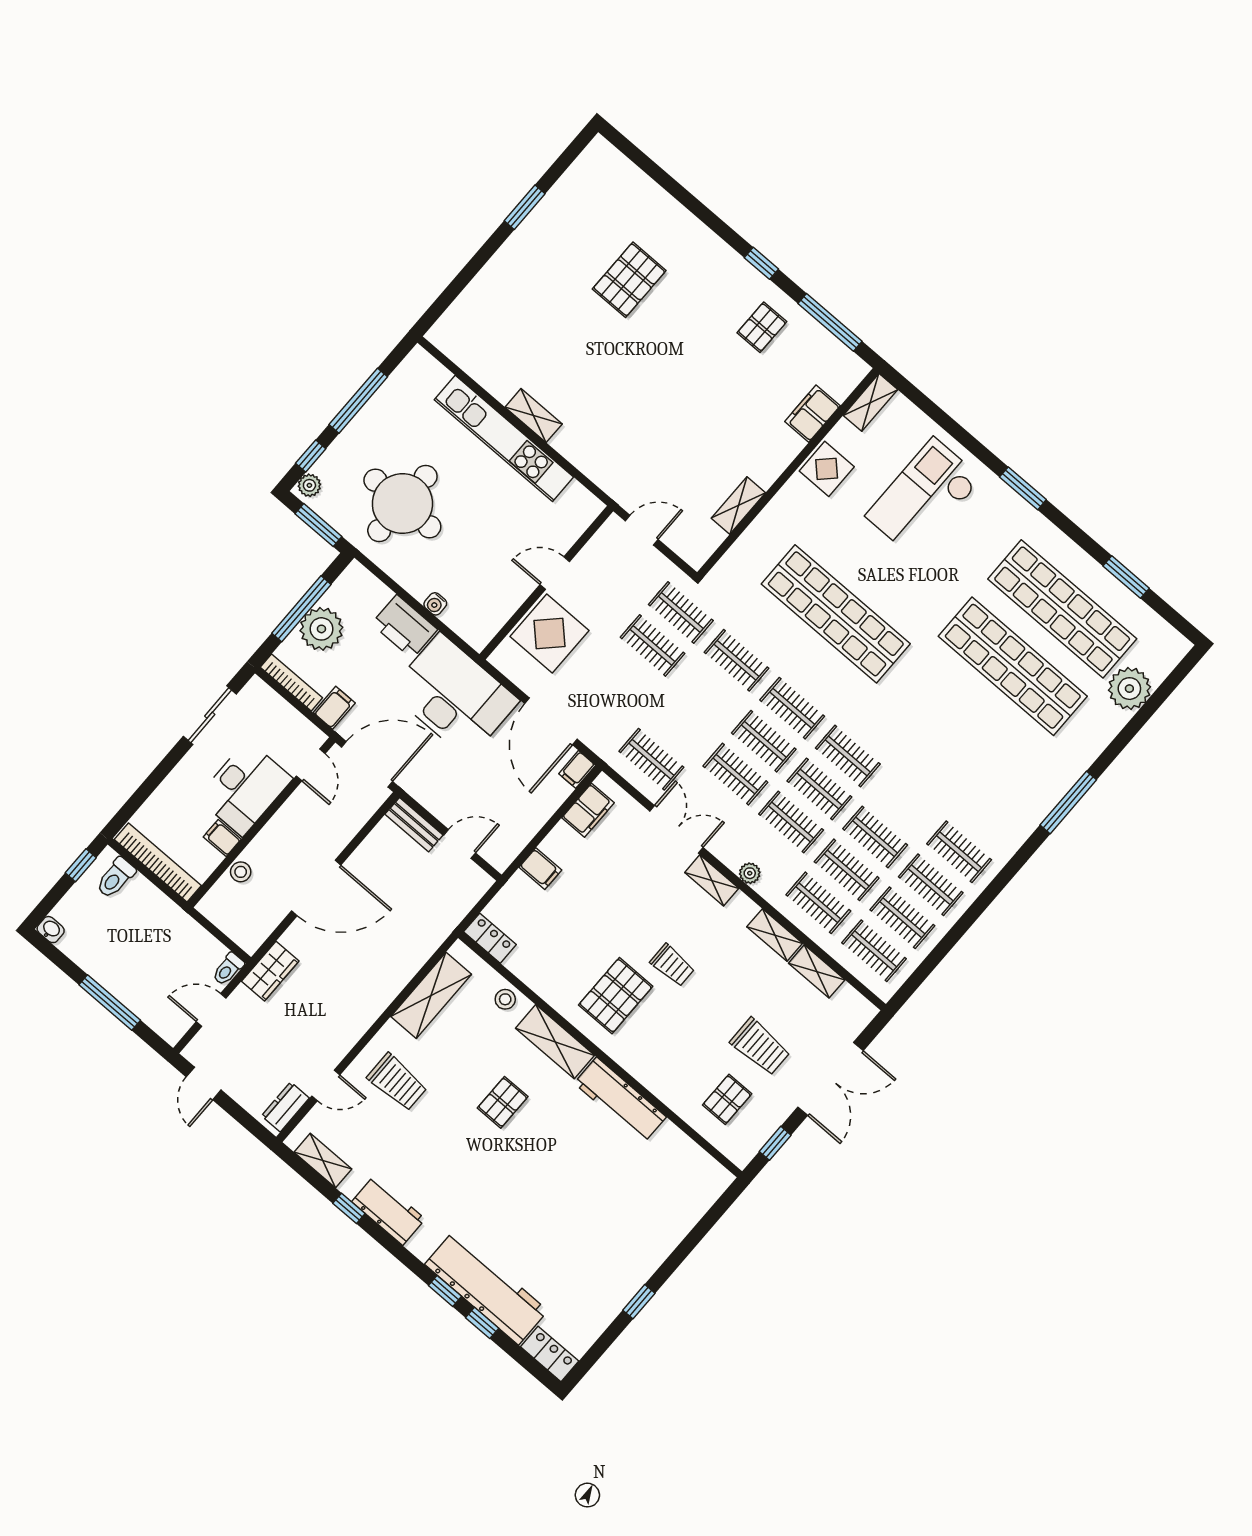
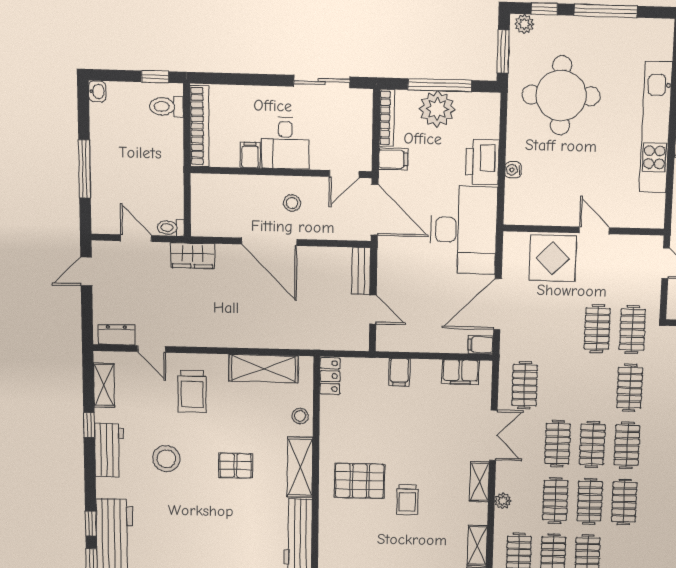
desk: (245, 788) -> (285, 143), width x0.73
stool: (241, 872) -> (292, 203), moved
stool: (442, 1163) -> (166, 459), added

